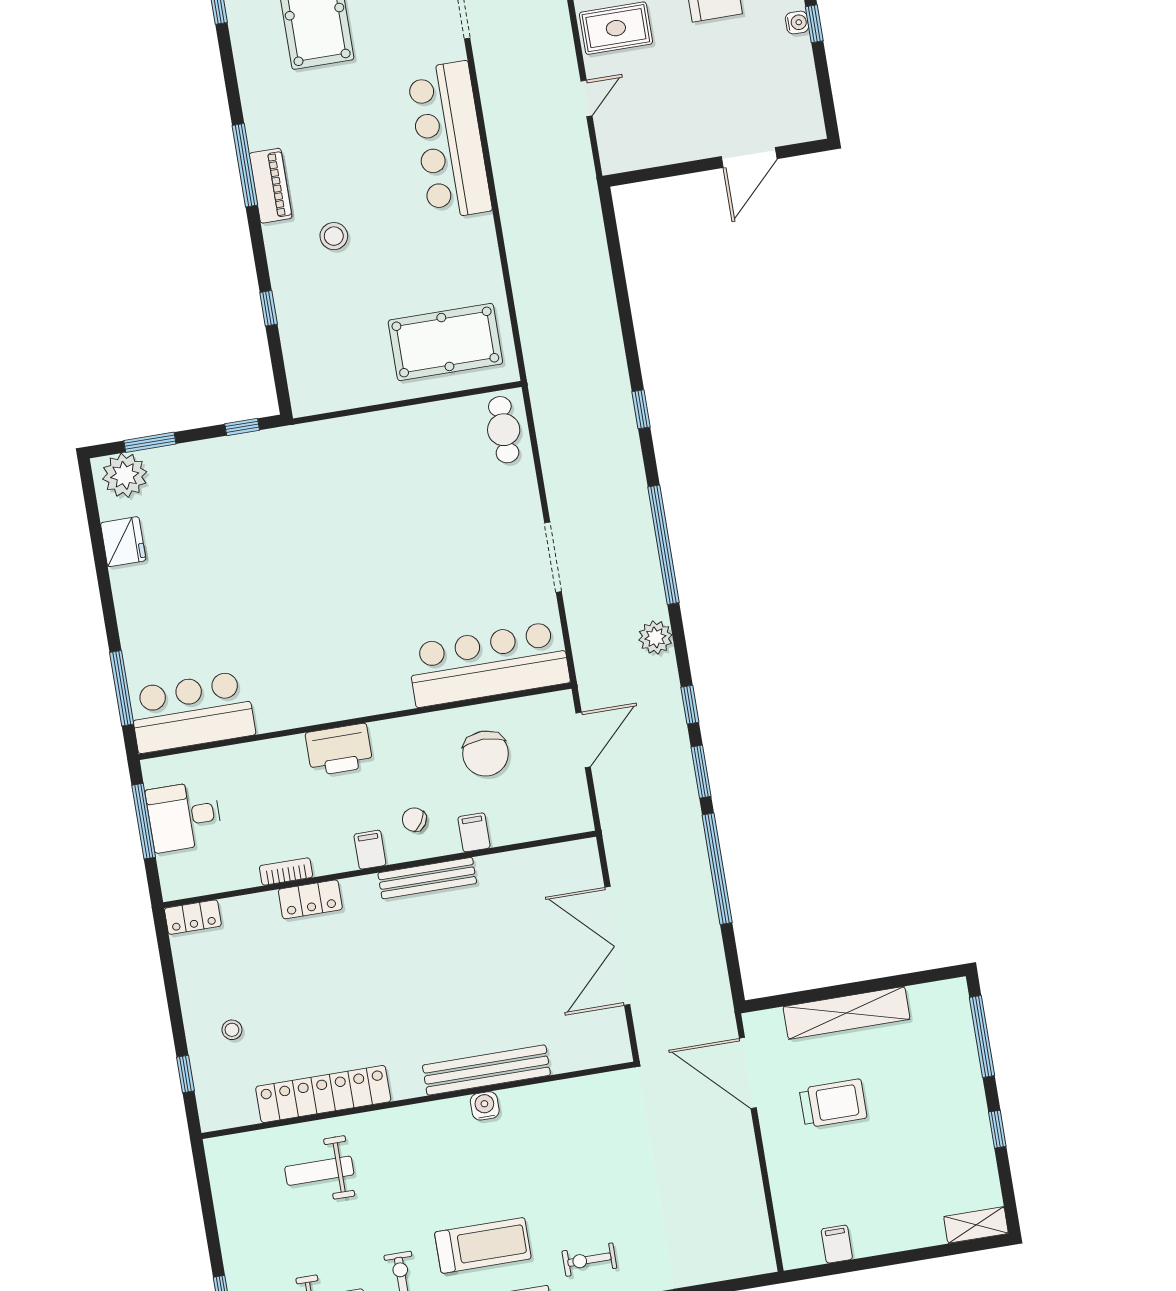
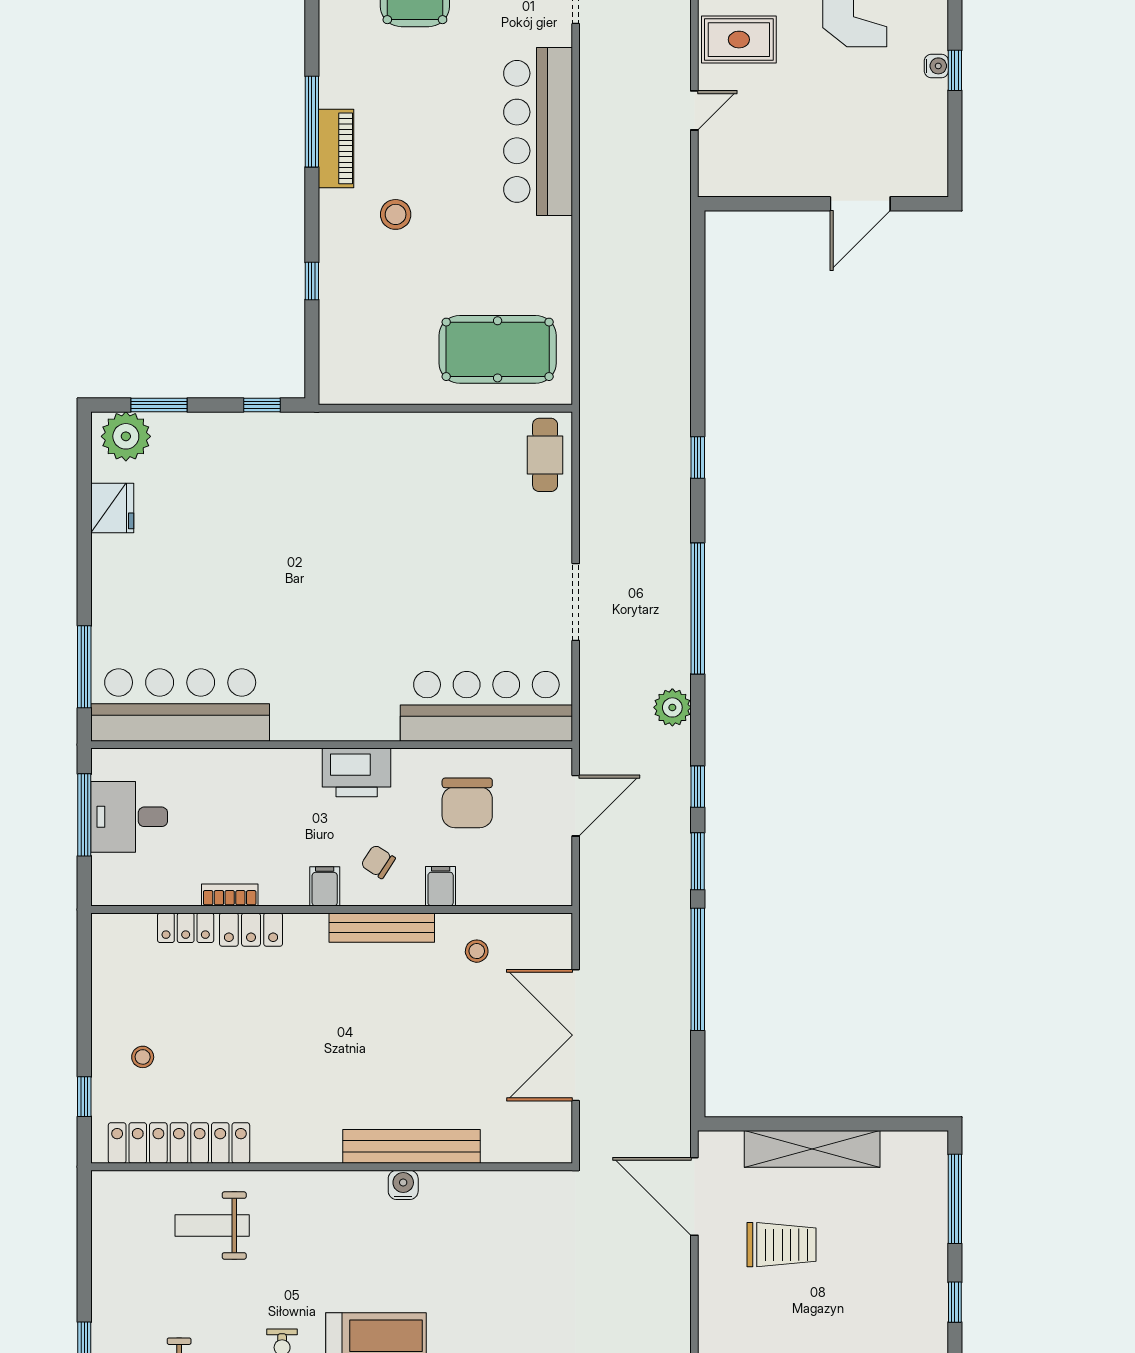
bar counter: (192, 712) -> (180, 705), width x1.36
printer: (339, 750) -> (357, 772), moved
stool: (516, 885) -> (477, 951), added
locker: (193, 917) -> (186, 928), moved
locker: (323, 1094) -> (179, 1143), moved

